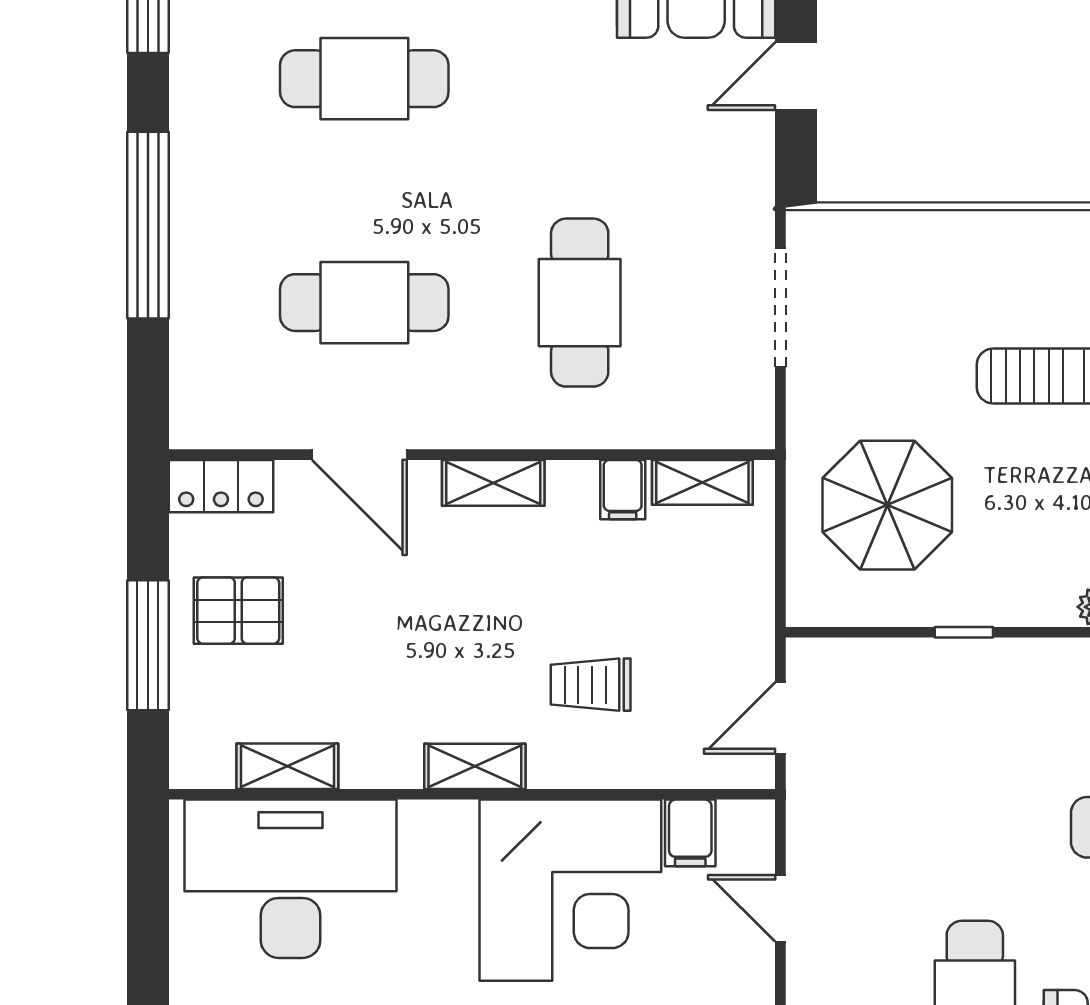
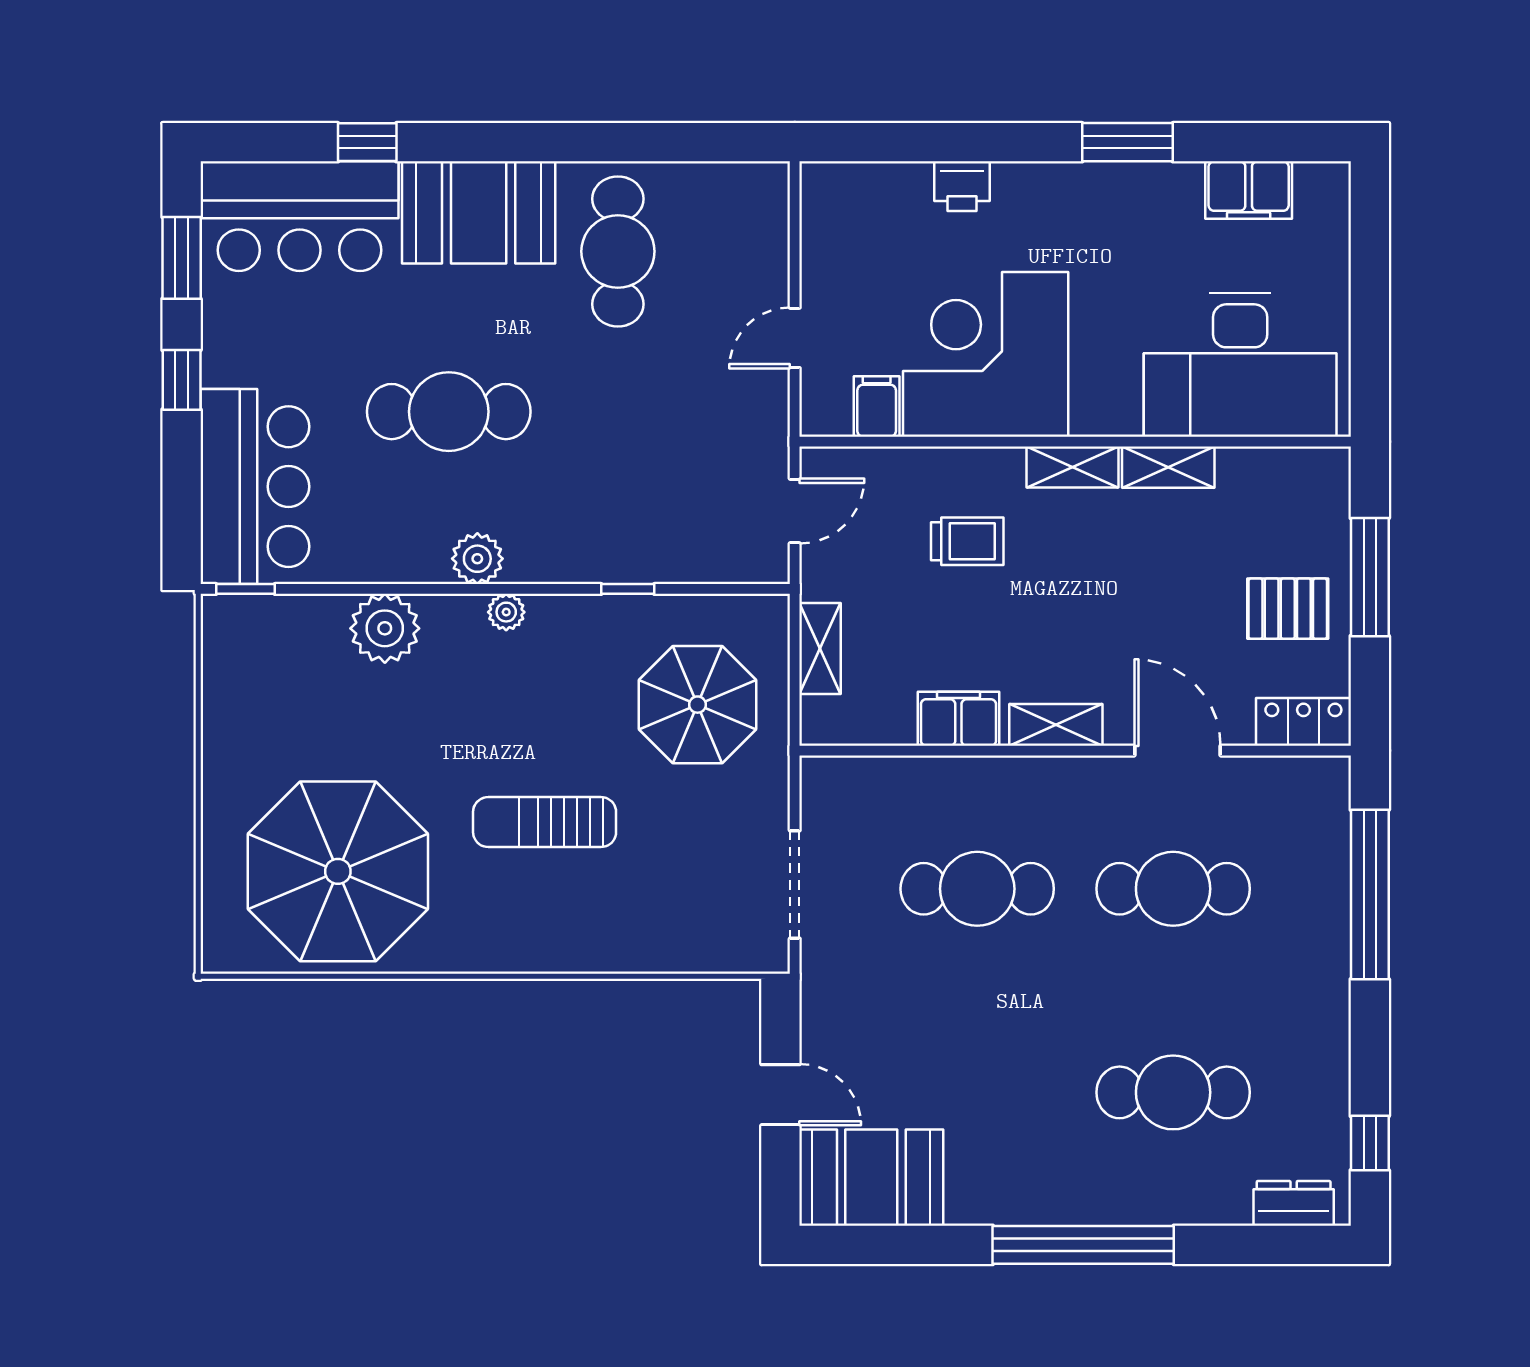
door: (796, 76) -> (780, 1095), hinge flipped
window: (148, 225) -> (1370, 894), moved
cafe table: (580, 303) -> (977, 889), turned 90
shelving: (702, 482) -> (820, 648), moved, turned 90
filing cabinet: (623, 490) -> (958, 719), width x2.00
shelving: (287, 766) -> (1168, 467), moved
door: (780, 908) -> (795, 338), swing flipped

